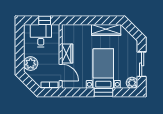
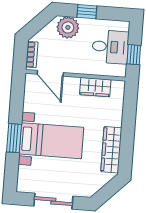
window: (20, 52) -> (87, 12), added
wardrobe: (67, 54) -> (95, 87), moved
door: (61, 72) -> (50, 73), hinge flipped
plant: (132, 83) -> (26, 184), removed

